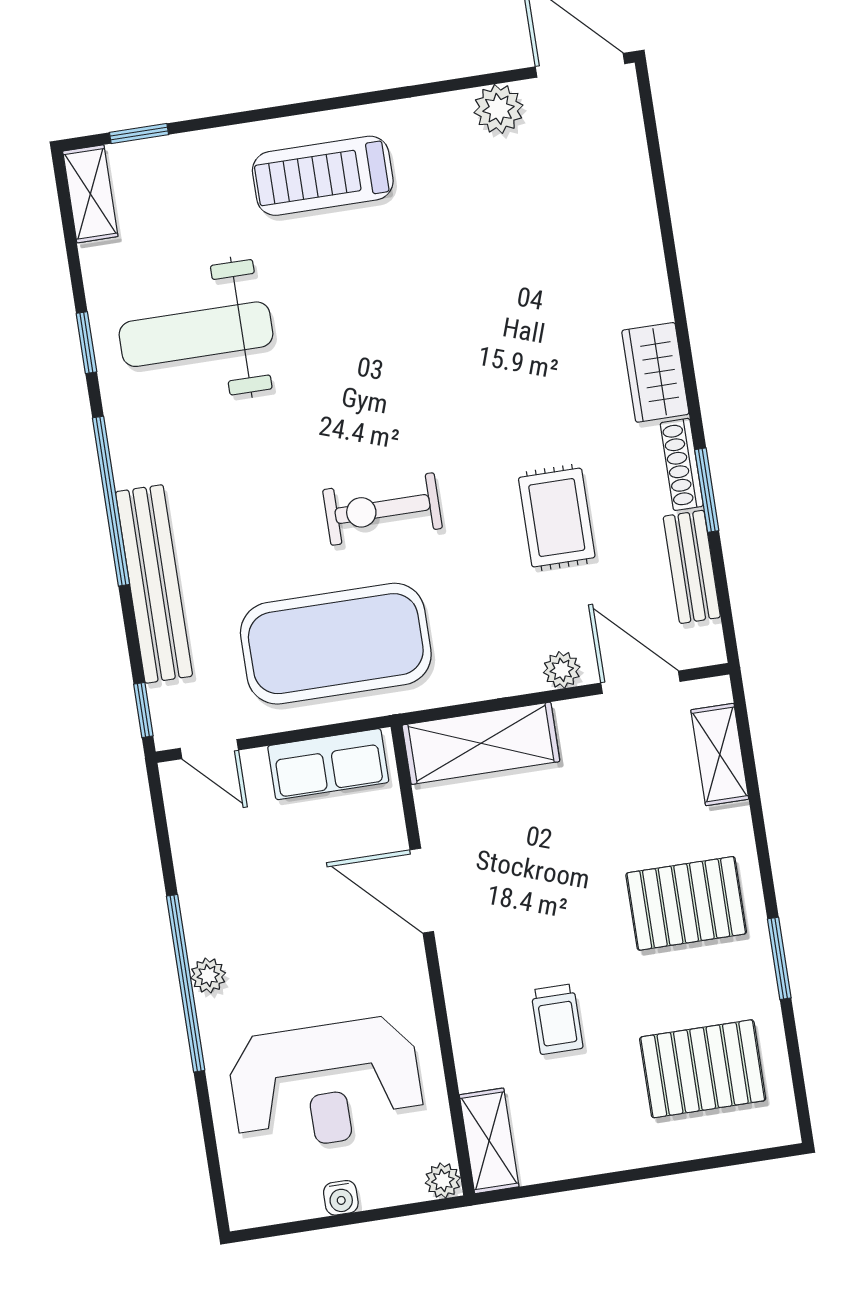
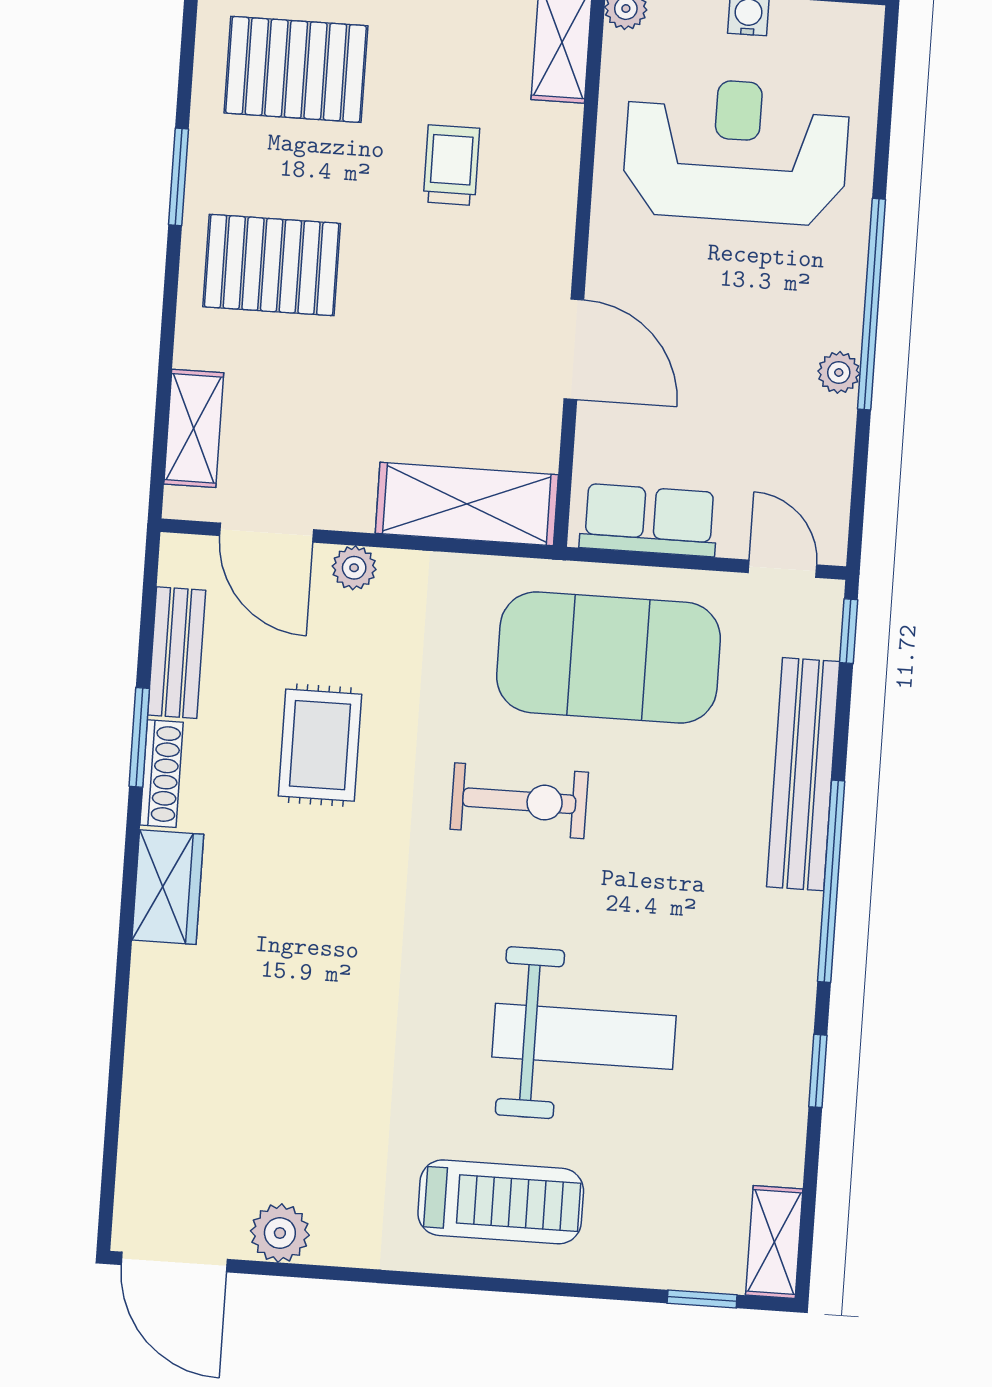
weight bench: (196, 334) -> (584, 1036), moved
plant: (208, 976) -> (839, 372), moved

